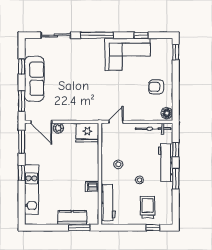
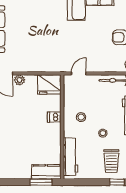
dishwasher: (92, 186) -> (54, 117), moved
trolley: (148, 207) -> (111, 161), turned 180
kitchen counter: (72, 218) -> (46, 172), moved

